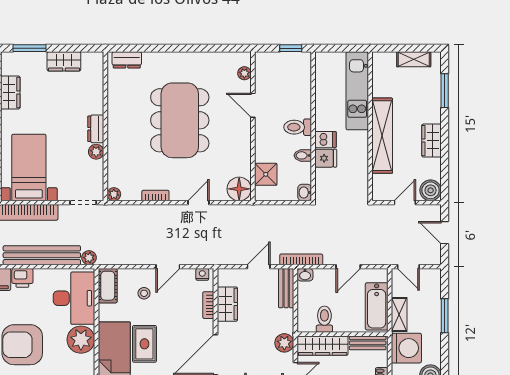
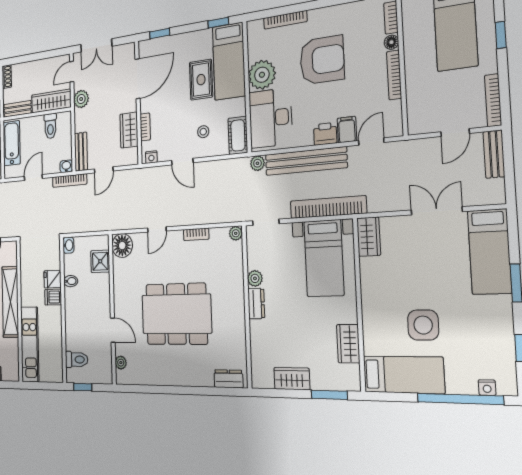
dining table: (180, 120) -> (176, 314), turned 90
toilet: (298, 127) -> (77, 359), moved
door: (168, 267) -> (182, 162), swing flipped

